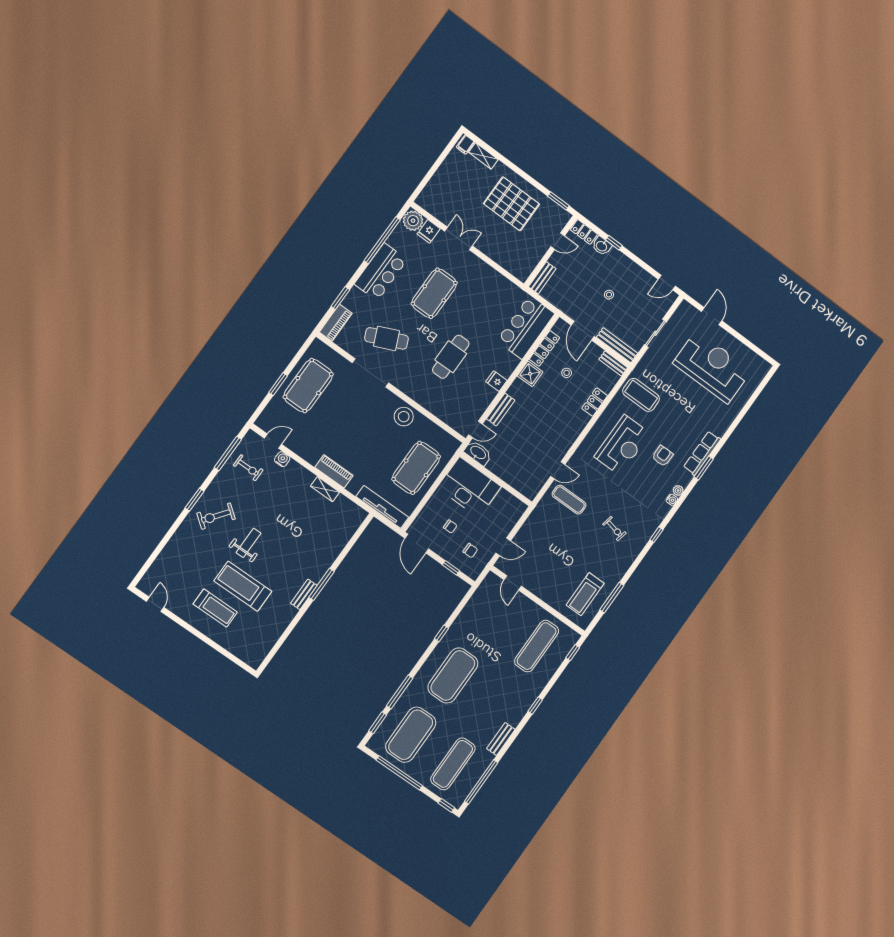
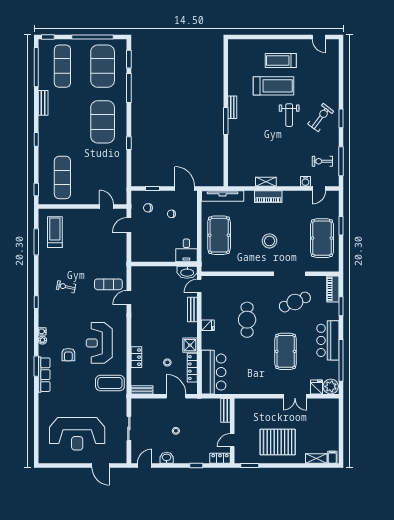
washbasin: (602, 246) -> (167, 458), moved
bench: (617, 345) -> (148, 403), removed
stool: (404, 417) -> (269, 241), moved
desk: (469, 487) -> (186, 250), width x0.53, depth x0.77

